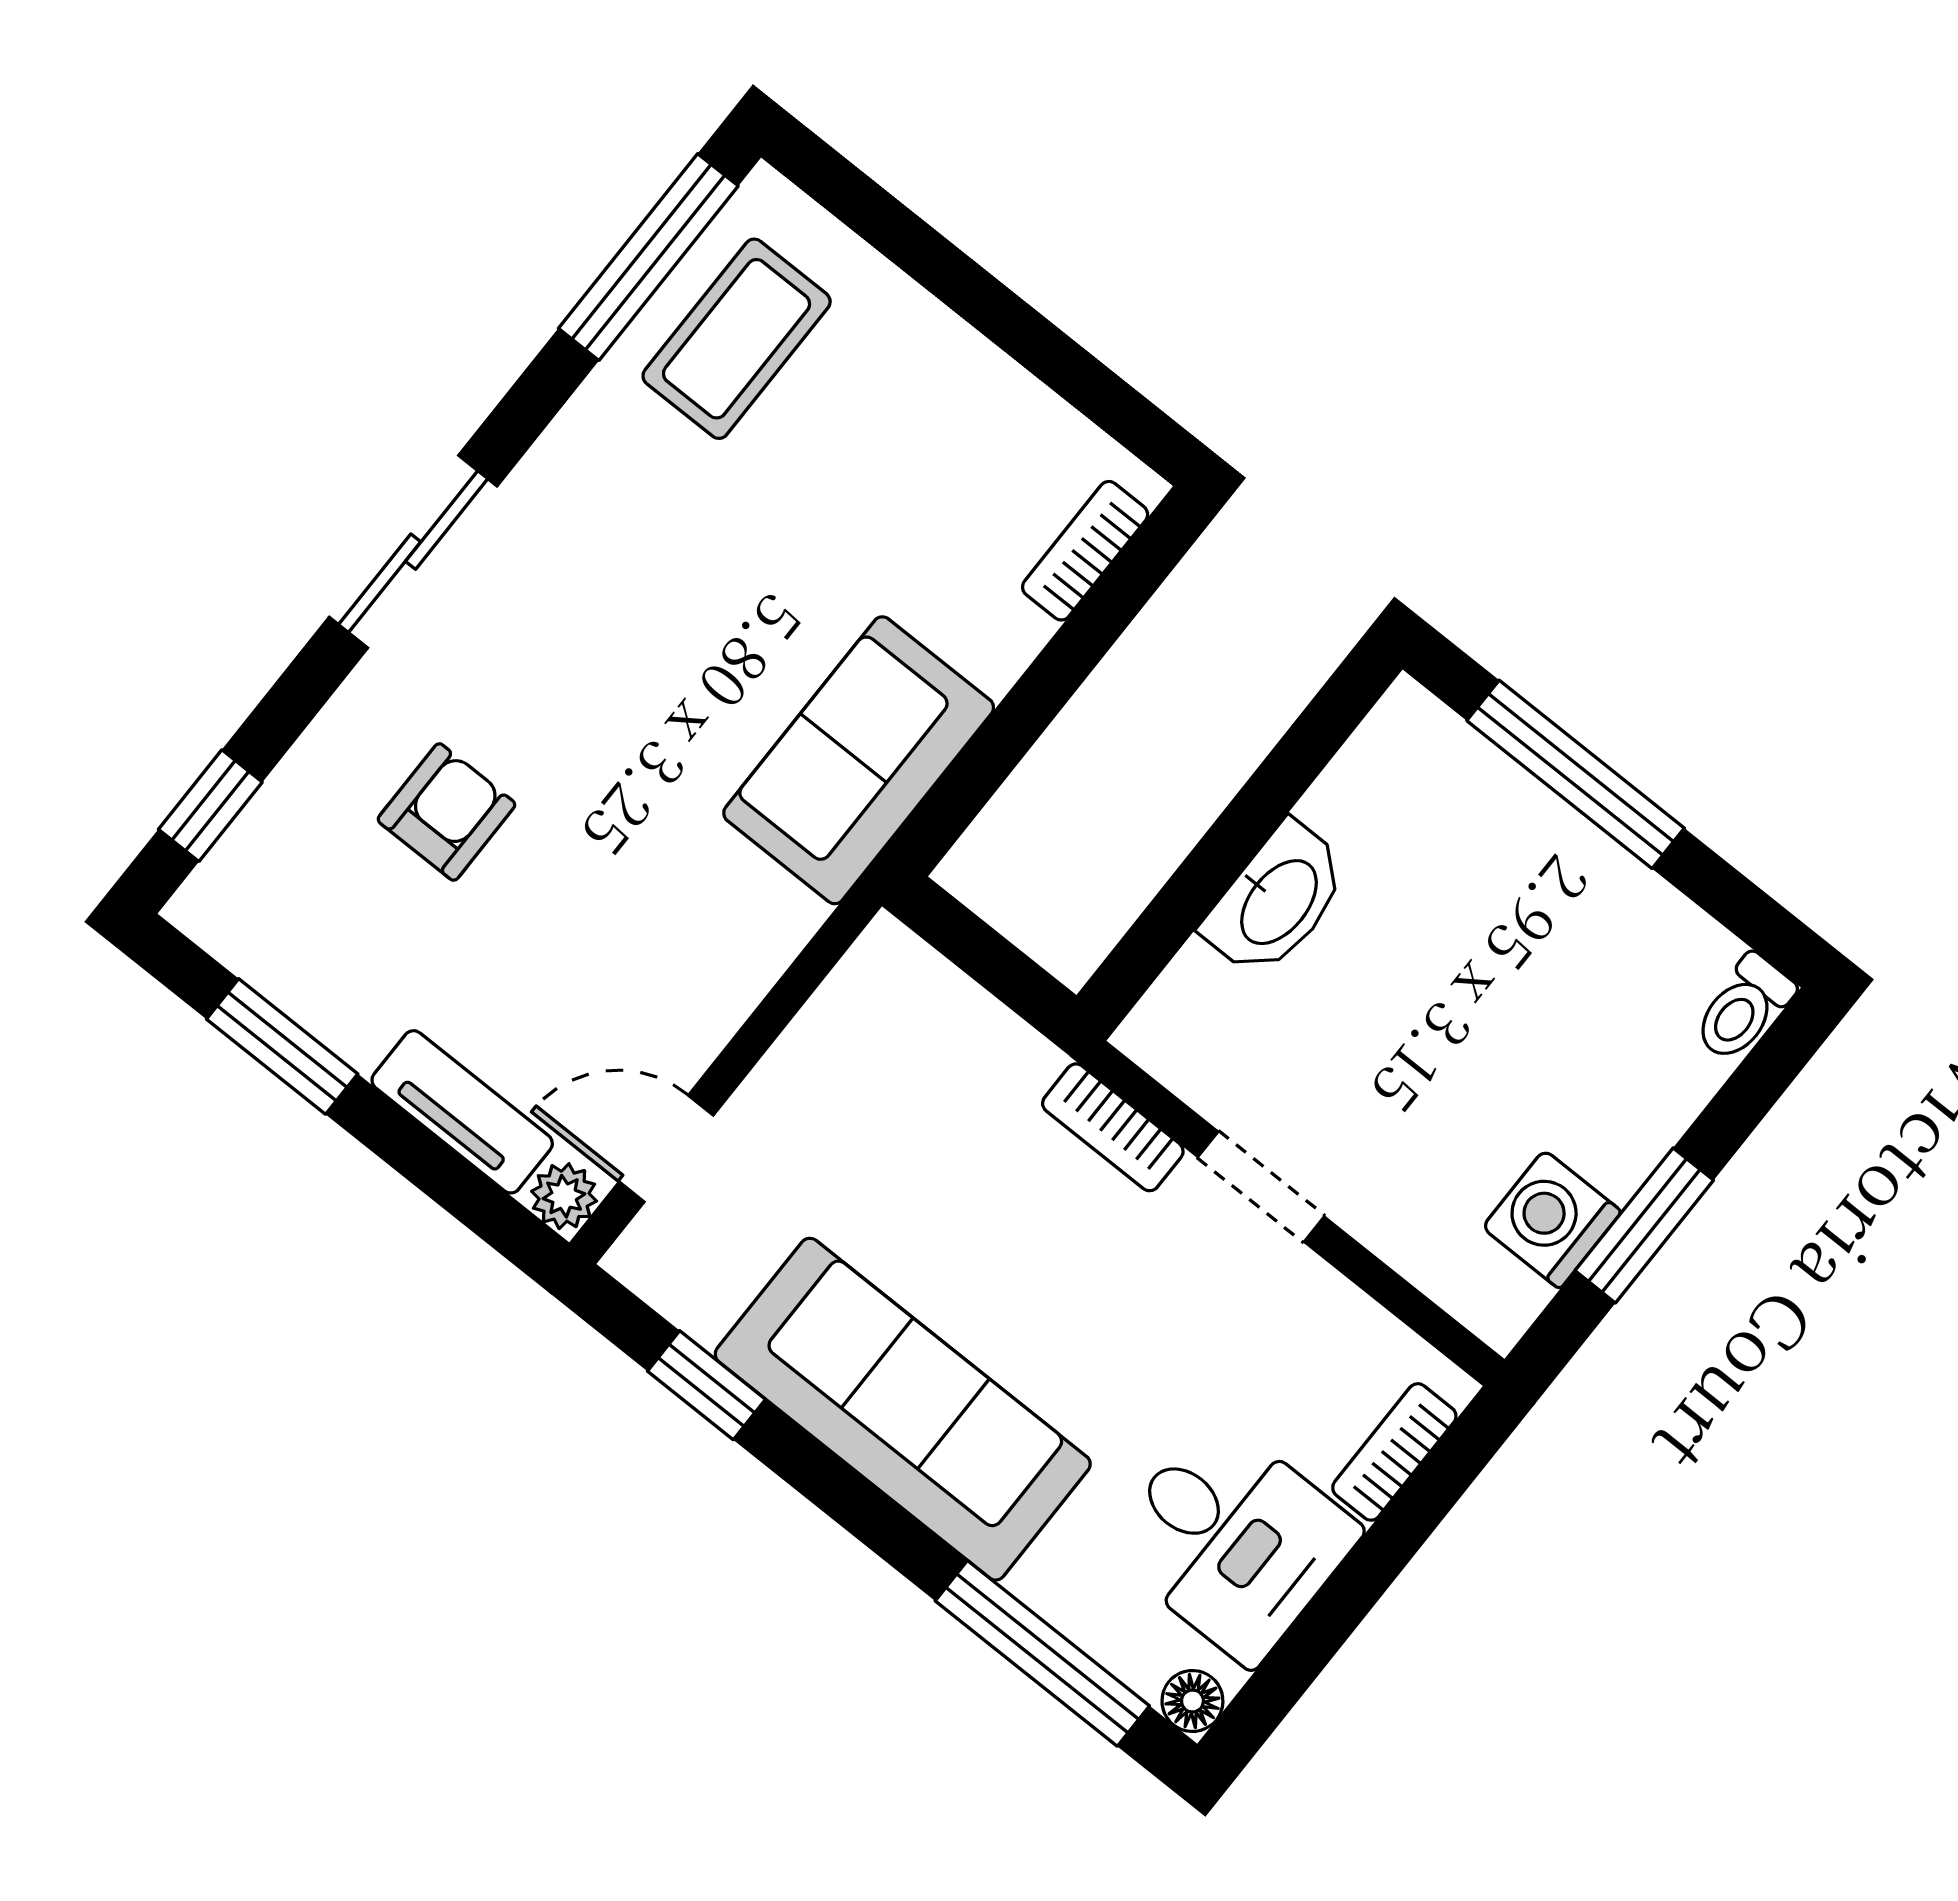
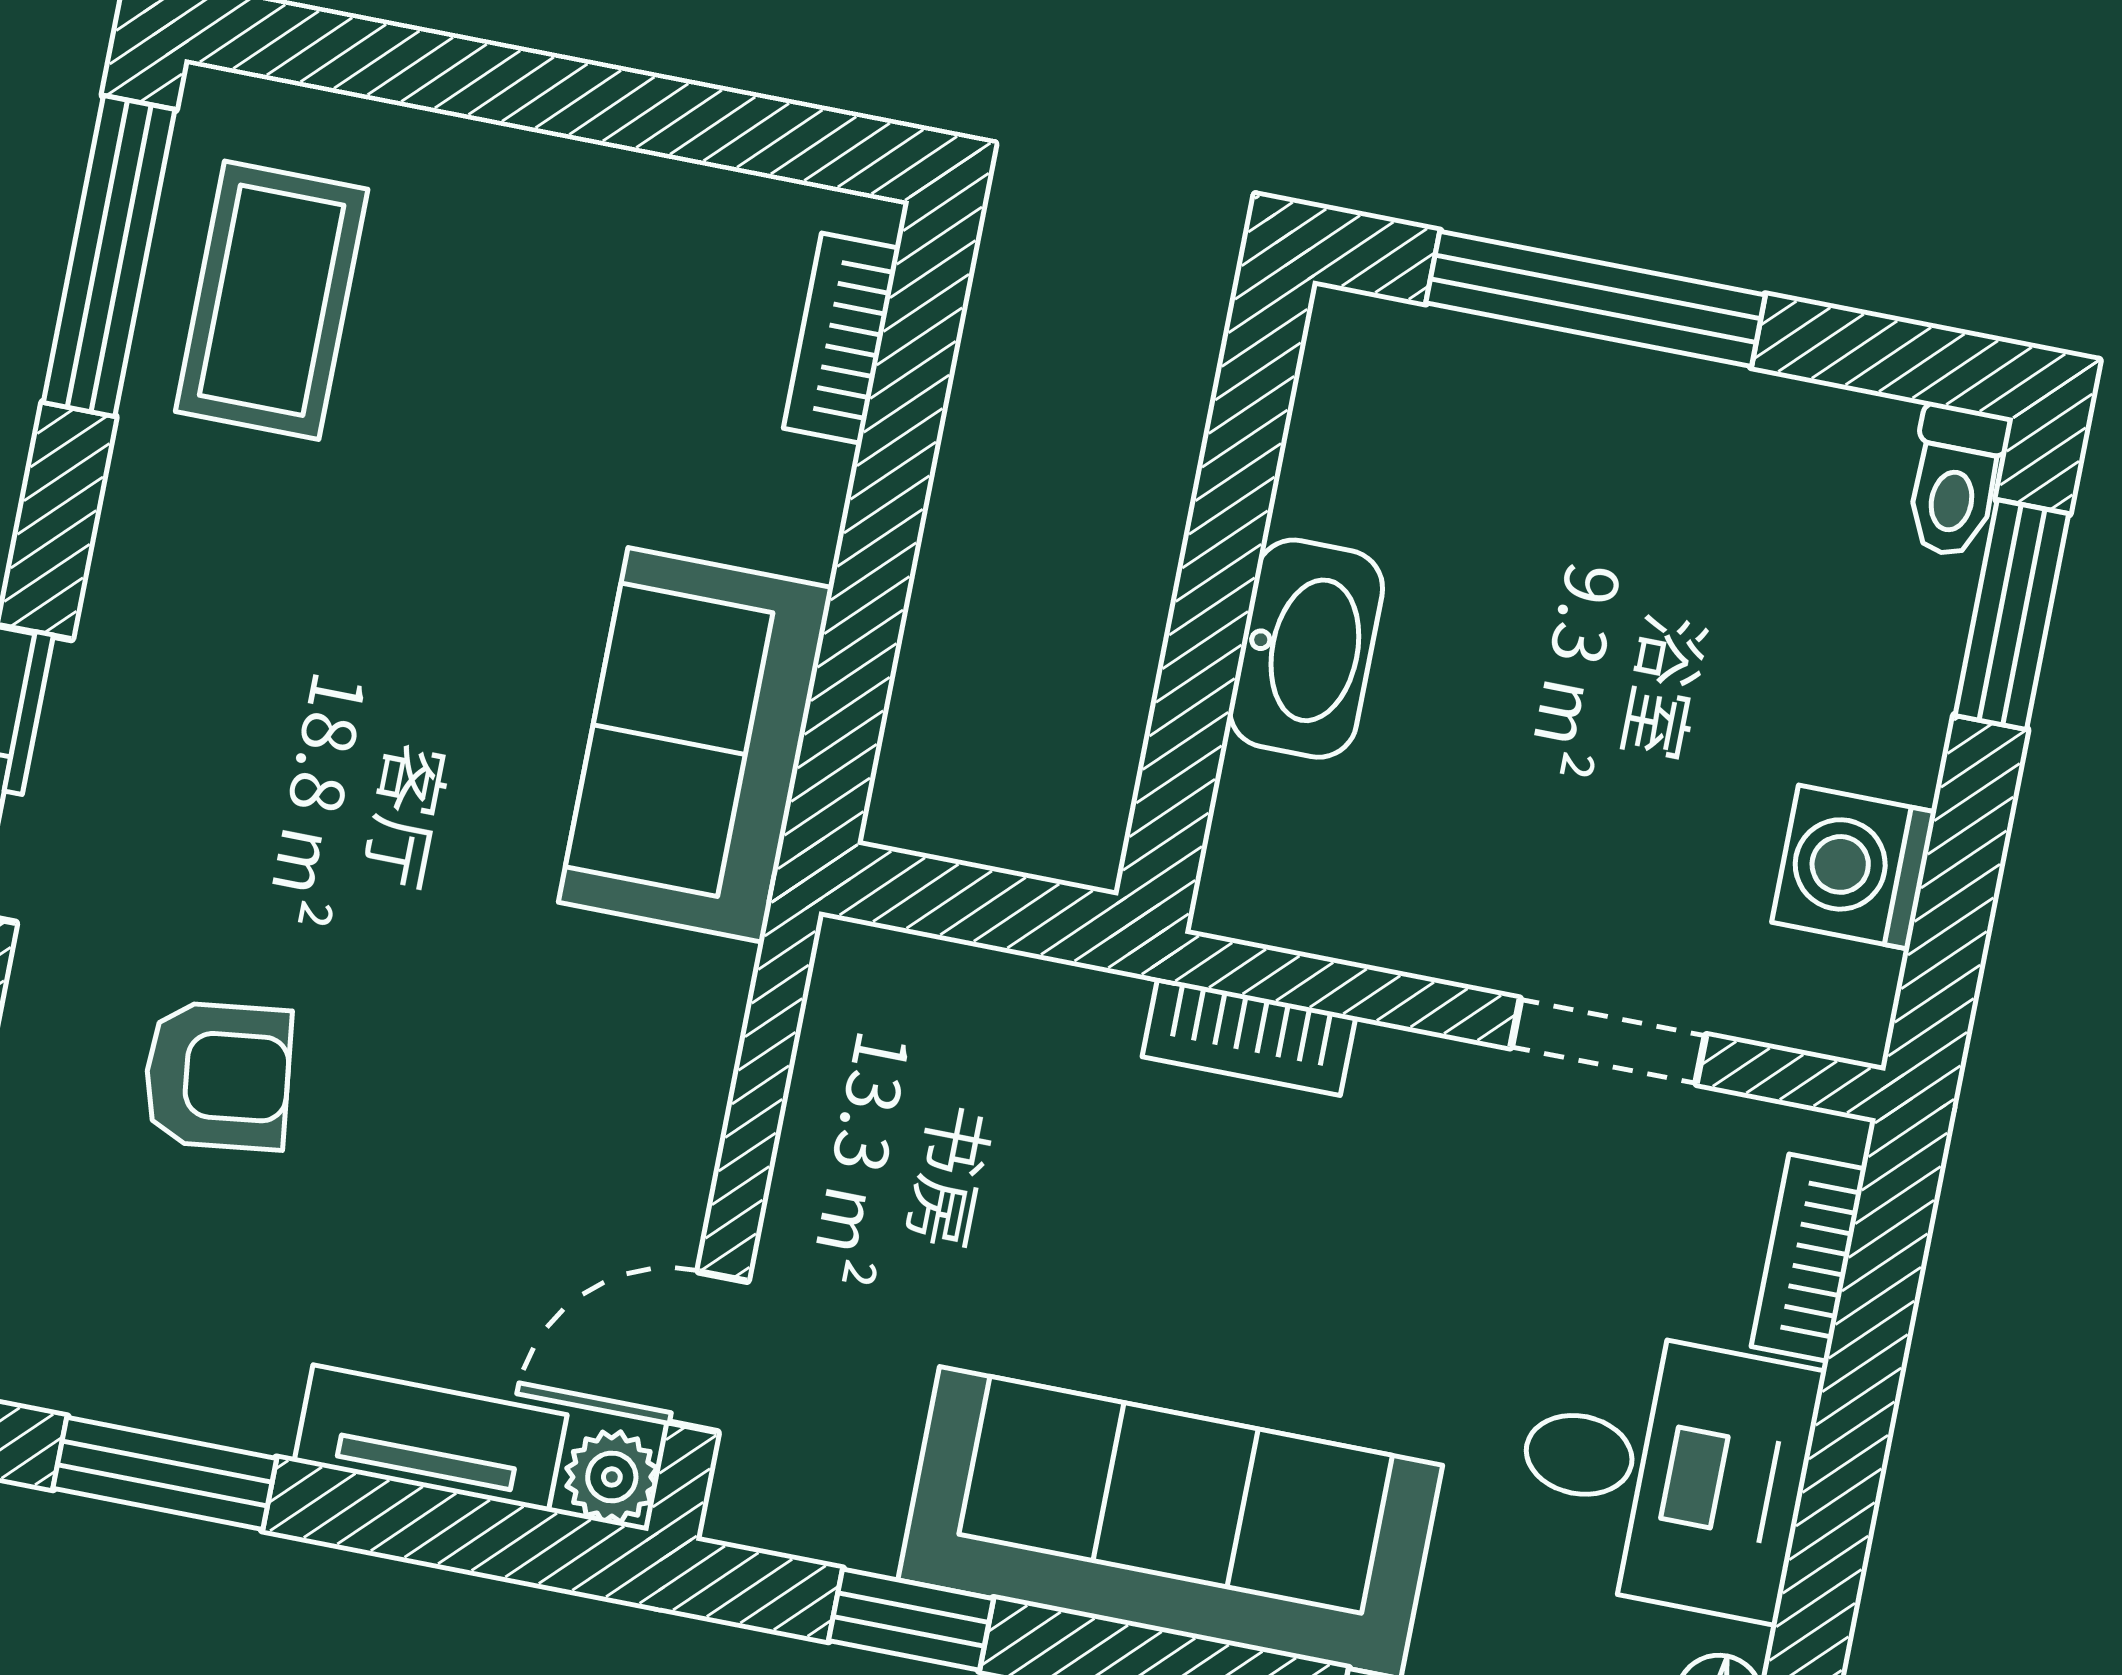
armchair: (446, 812) -> (217, 1076), turned 83
doorway: (1261, 1187) -> (1608, 1041), moved
window: (1644, 1225) -> (2012, 615), moved

